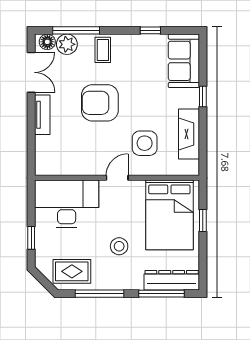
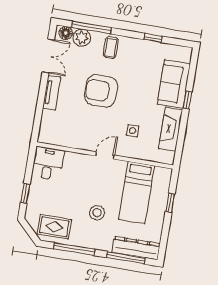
sofa: (184, 61) -> (174, 84), moved
side table: (145, 143) -> (132, 131), width x0.54, depth x0.54
desk: (67, 204) -> (48, 163), width x0.53, depth x0.77
bed: (169, 215) -> (137, 192), width x0.67

